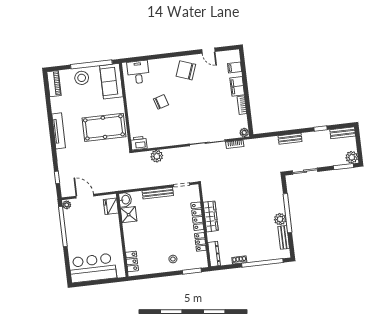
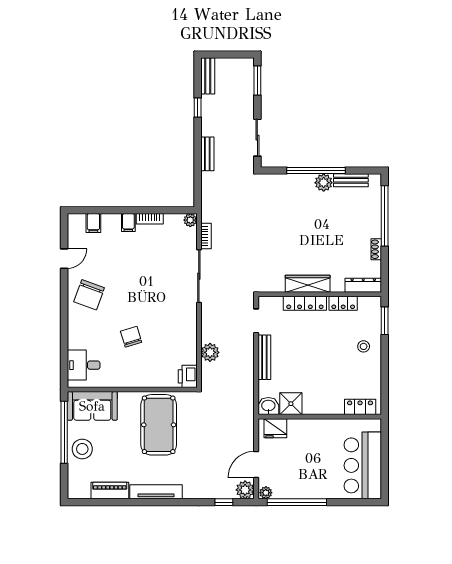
piano: (54, 84) -> (110, 491), moved
filing cabinet: (237, 86) -> (128, 223), width x0.50
plant: (352, 157) -> (245, 490), moved

